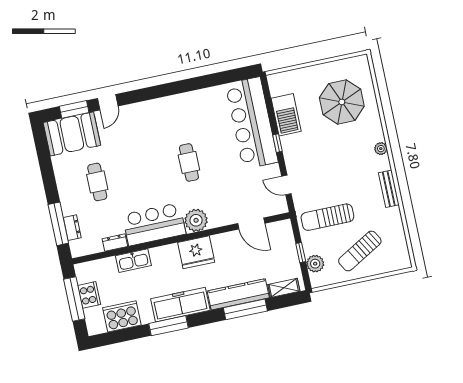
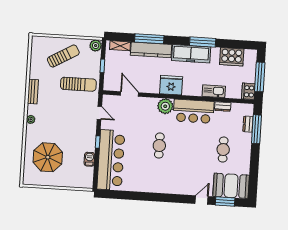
barbecue: (286, 115) -> (89, 159), width x0.53, depth x0.65
plant: (315, 264) -> (96, 46), moved
cooker: (89, 295) -> (248, 91), moved

